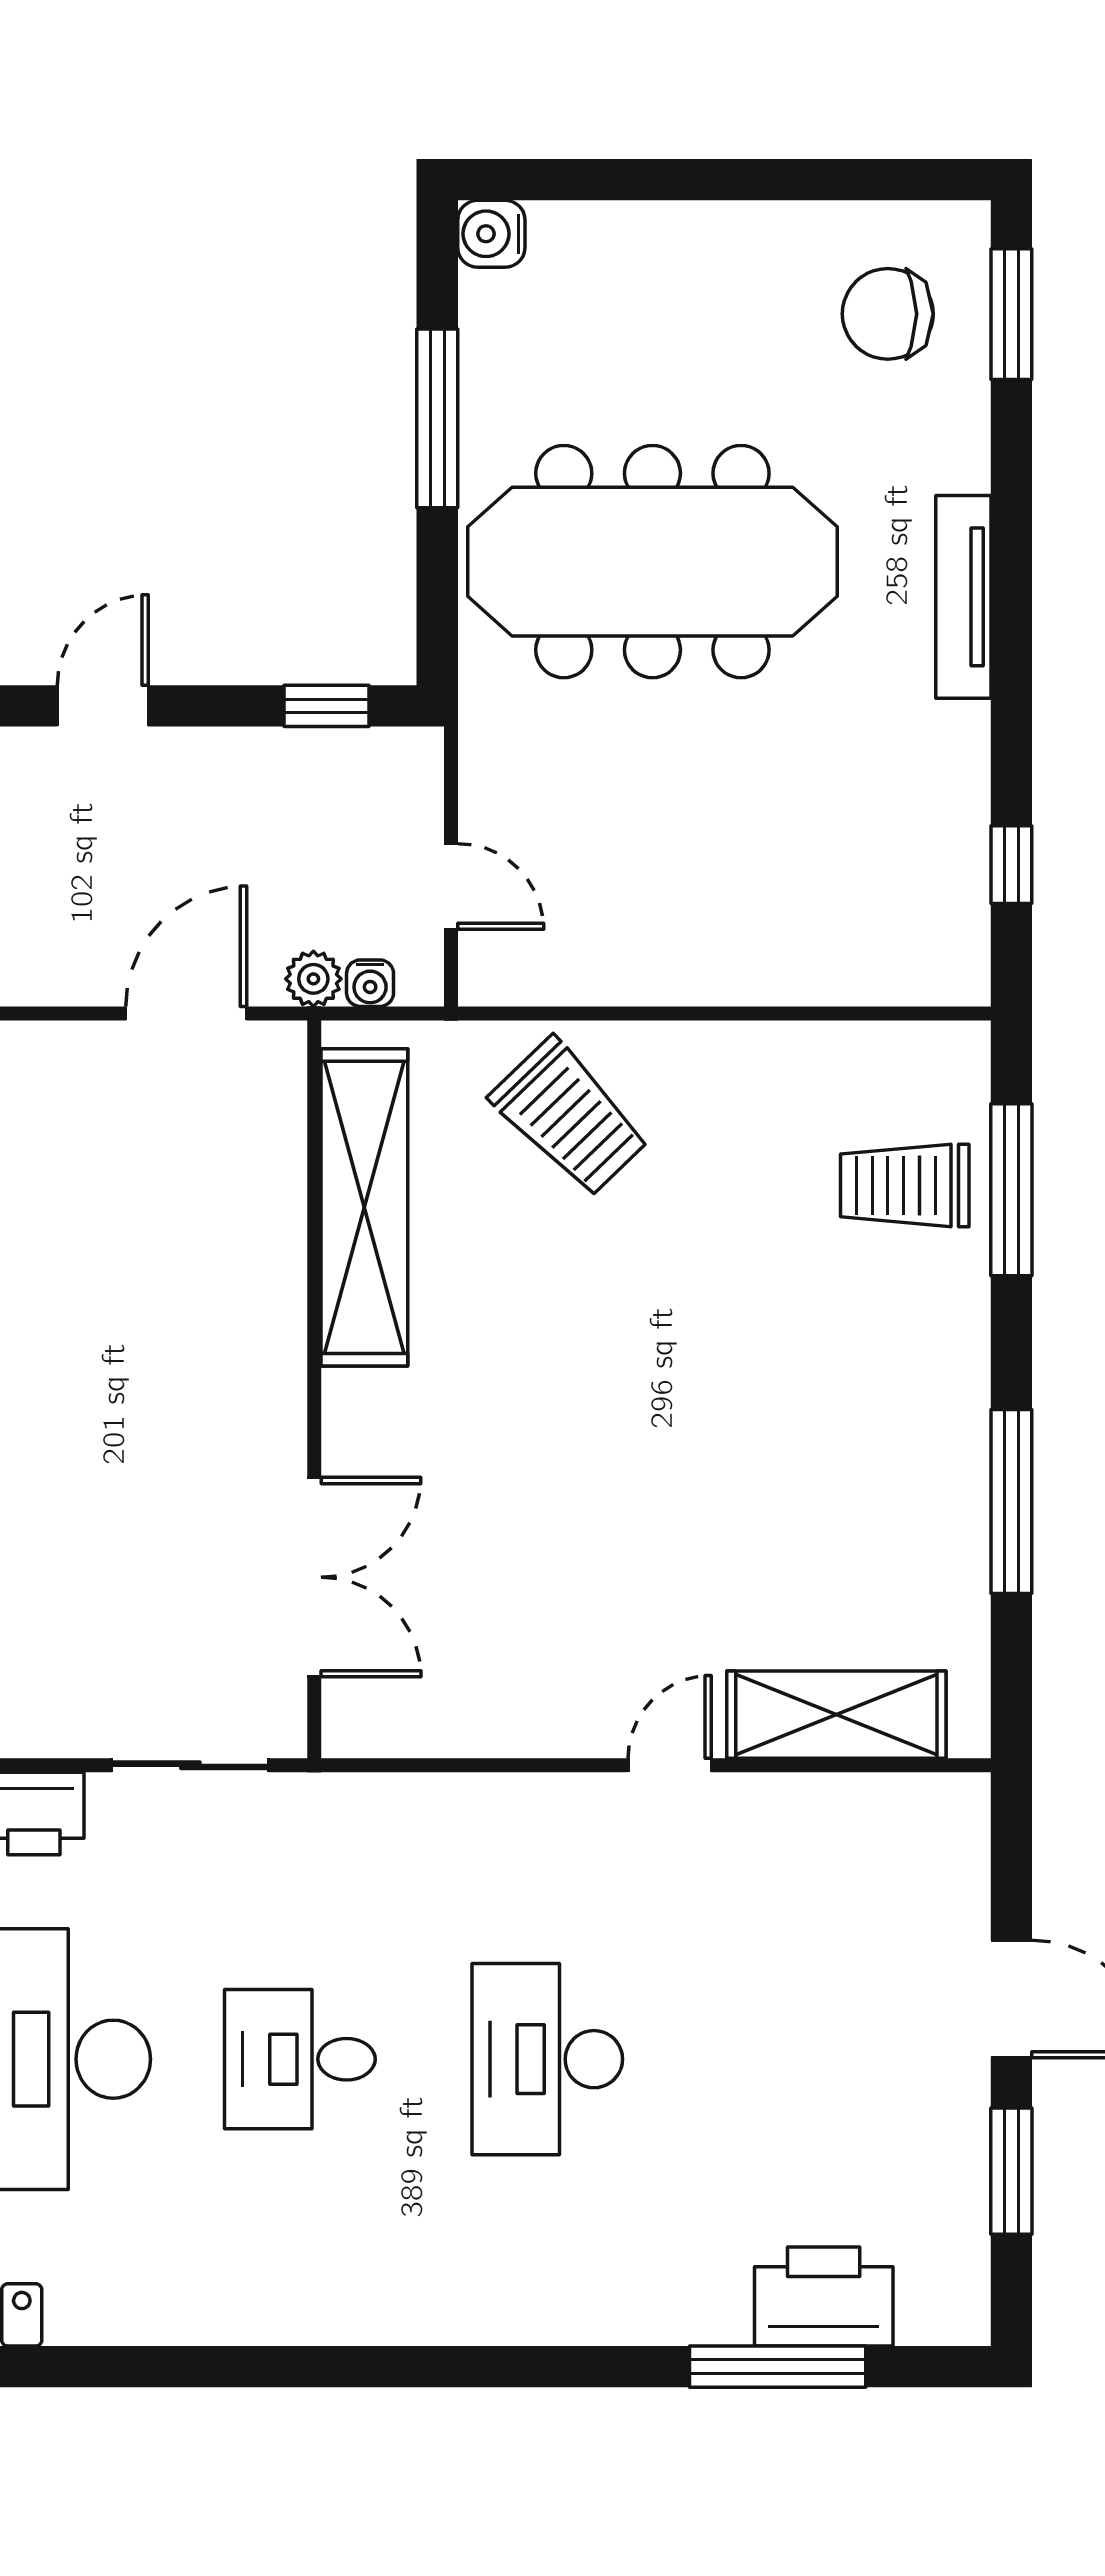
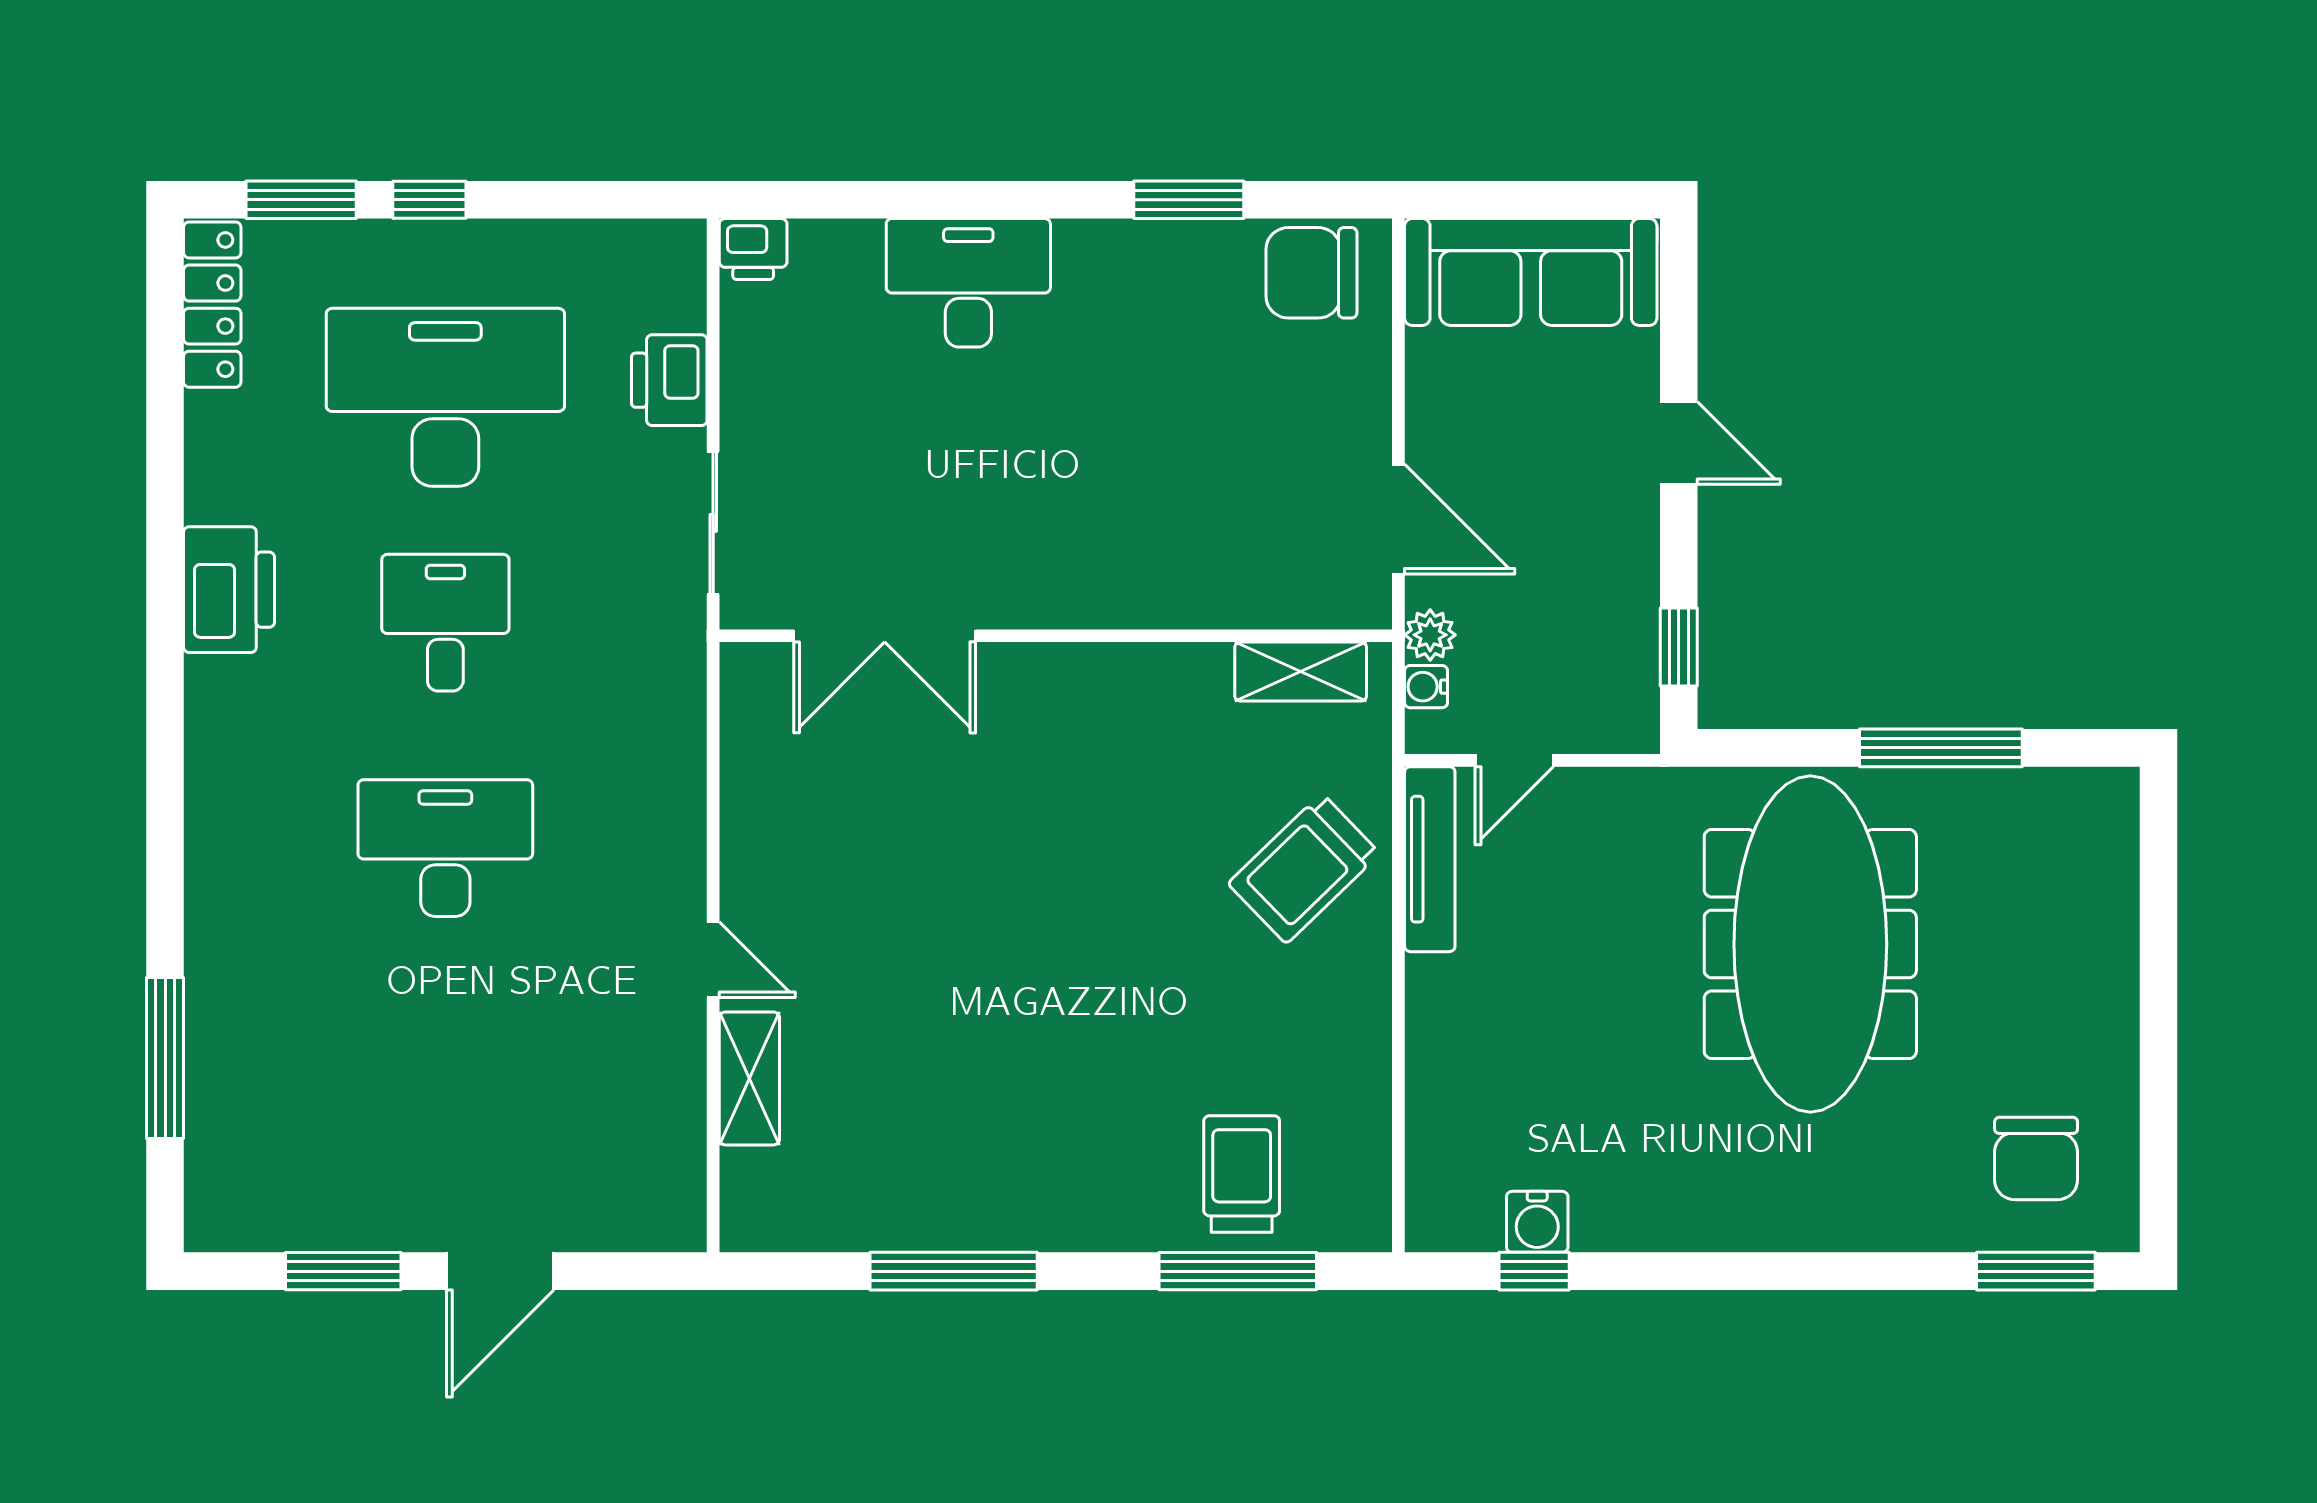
water cooler: (491, 234) -> (1537, 1222), moved, turned 180
chair: (888, 314) -> (2036, 1159), turned 180
tv unit: (963, 597) -> (1430, 859), moved, turned 90
shelving: (364, 1207) -> (1301, 672), width x0.45, depth x0.75
shelving: (836, 1715) -> (749, 1078), width x0.67, depth x0.75
printer: (824, 2297) -> (229, 590), moved

